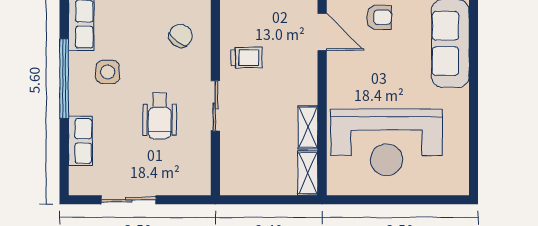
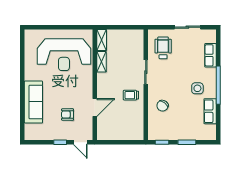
door: (322, 32) -> (95, 107), swing flipped
wheelchair: (160, 116) -> (163, 48), moved
reception desk: (387, 142) -> (64, 55), turned 180

